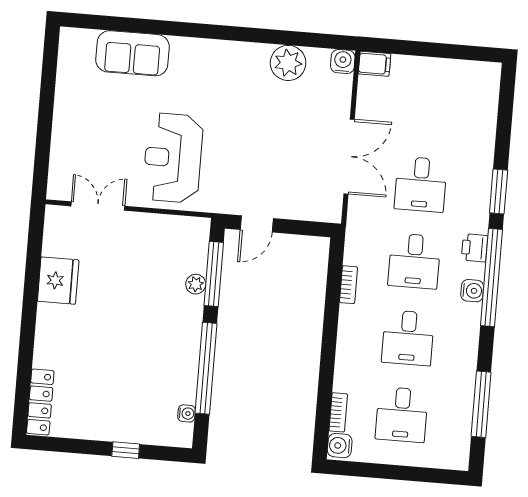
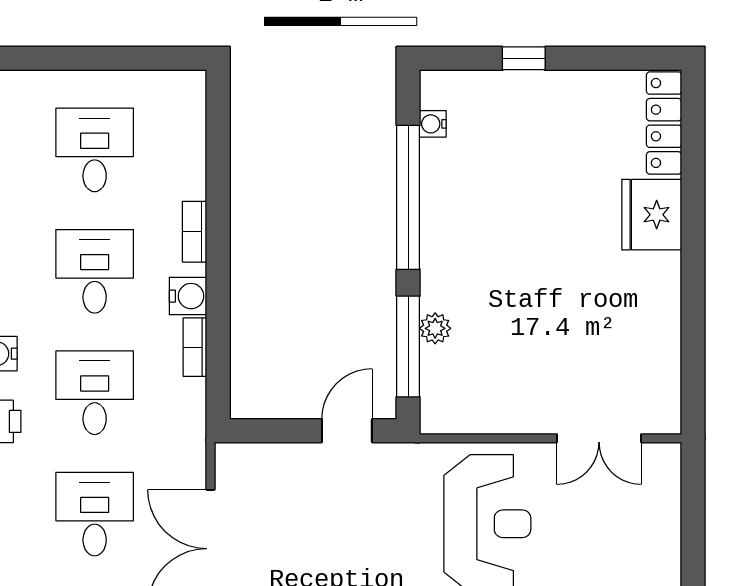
fridge: (58, 281) -> (652, 215), moved
bookcase: (338, 412) -> (195, 232), moved
water cooler: (340, 446) -> (188, 296), moved

